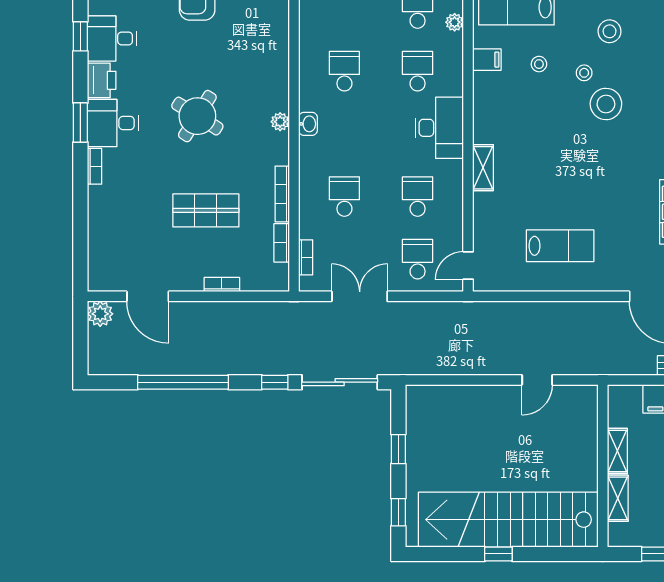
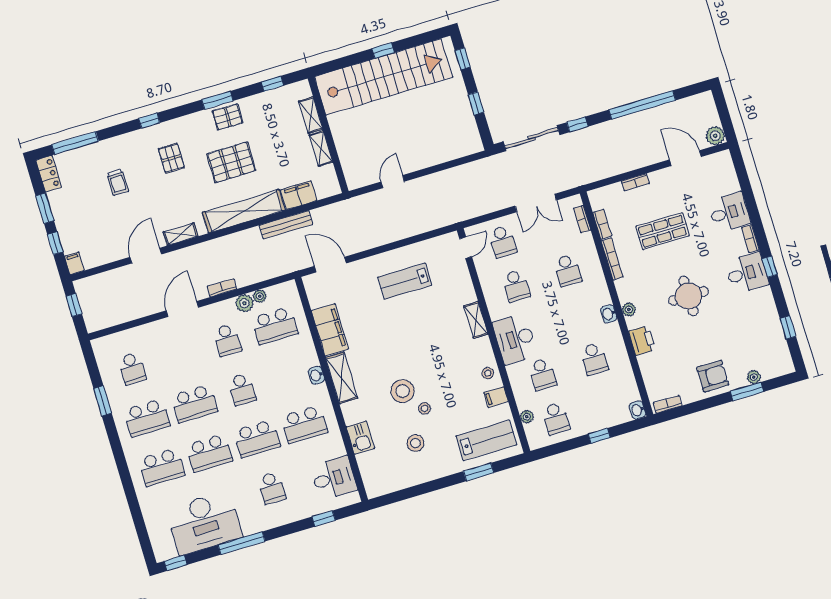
desk: (112, 38) -> (729, 212), moved
stool: (539, 64) -> (488, 373), moved
printer: (102, 80) -> (642, 340), moved, turned 180
round table: (197, 116) -> (688, 296), turned -32
window: (80, 122) -> (770, 267), width x0.67

